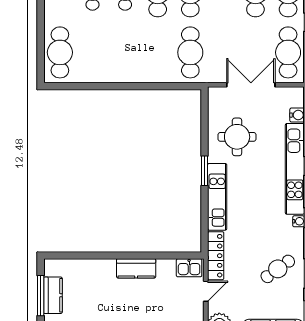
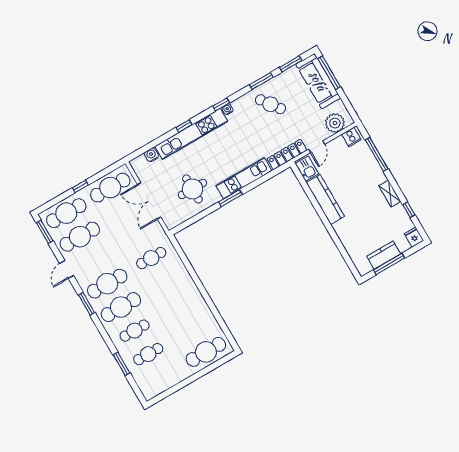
cafe table: (190, 52) -> (151, 258), width x0.73, depth x0.74
kitchen counter: (136, 268) -> (325, 199), width x1.50
door: (206, 291) -> (317, 147), swing flipped

